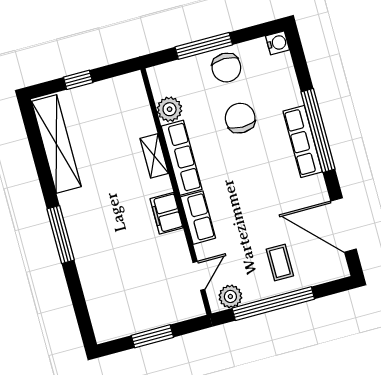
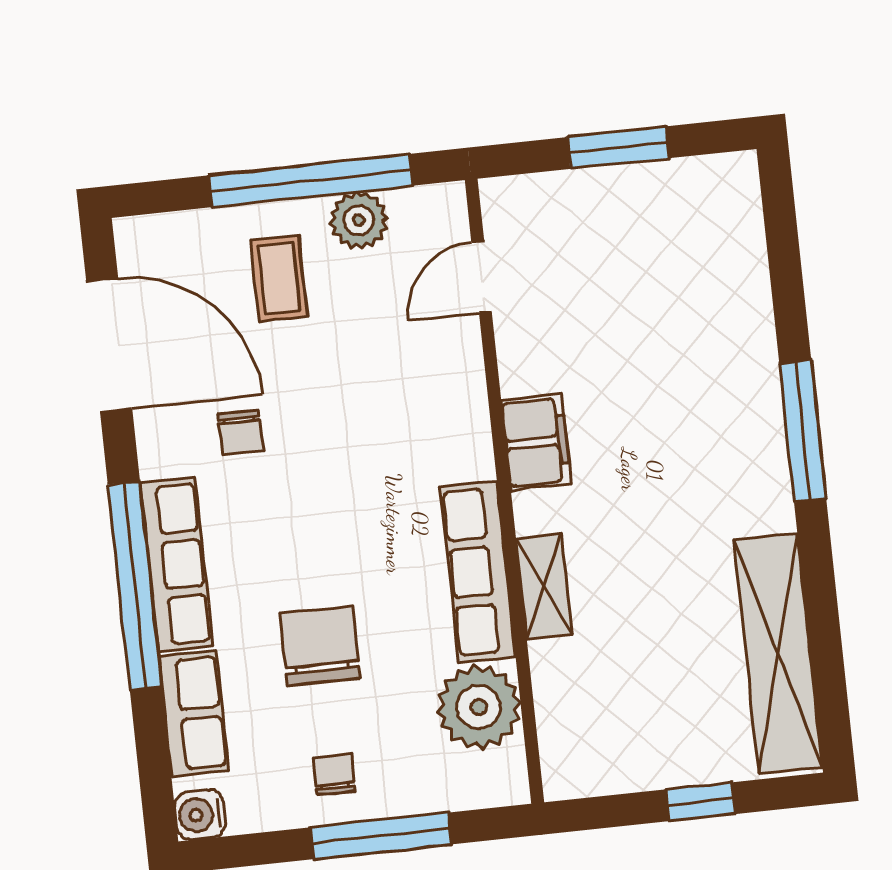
chair: (226, 68) -> (334, 774), width x0.54, depth x0.54
plant: (170, 109) -> (479, 707), width x1.36, depth x1.36
chair: (240, 118) -> (320, 646), turned 180
chair: (286, 198) -> (240, 432), added
row of seats: (198, 218) -> (194, 714), moved, turned 180
plant: (230, 296) -> (359, 220), moved

